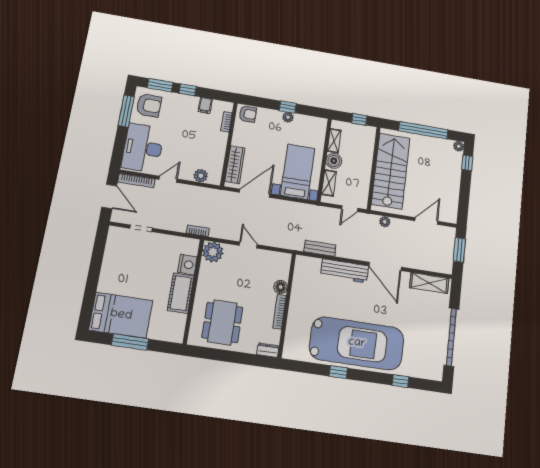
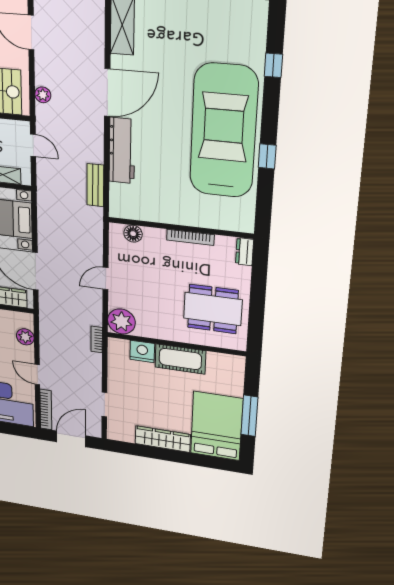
wardrobe: (109, 271) -> (163, 439), added
floor lamp: (281, 287) -> (133, 234), moved

